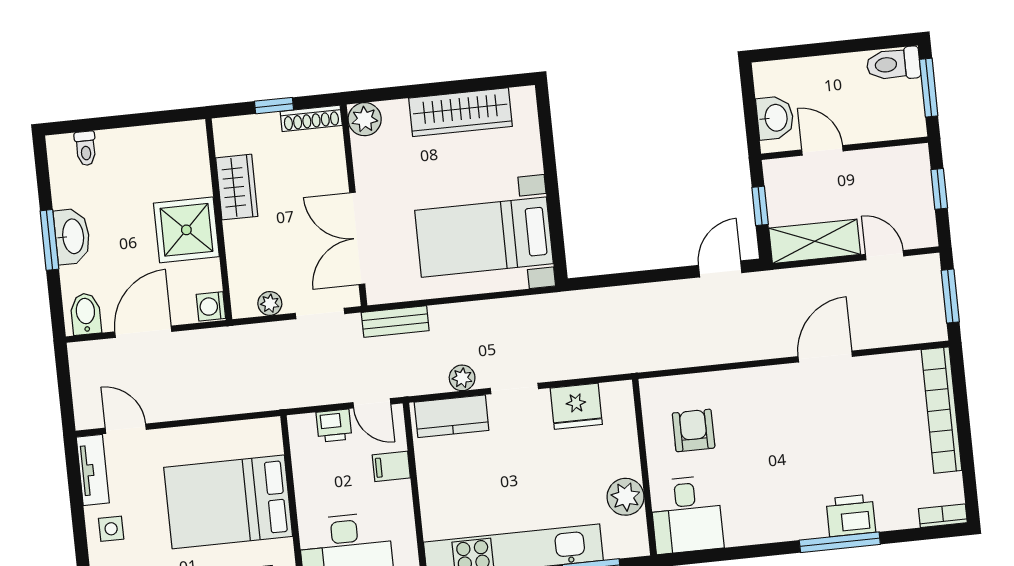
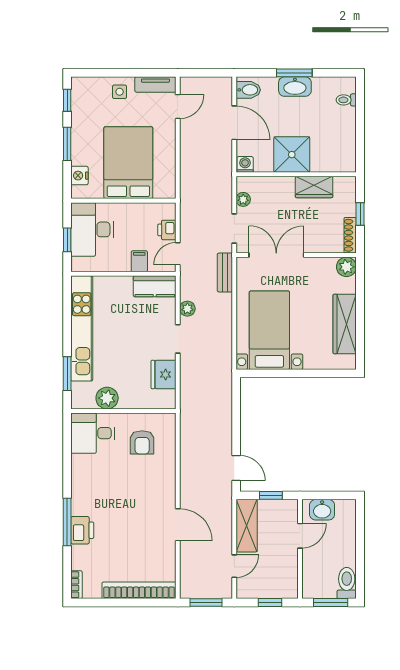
kitchen counter: (452, 416) -> (155, 286), moved, turned -90
armchair: (694, 430) -> (142, 442), turned 90

